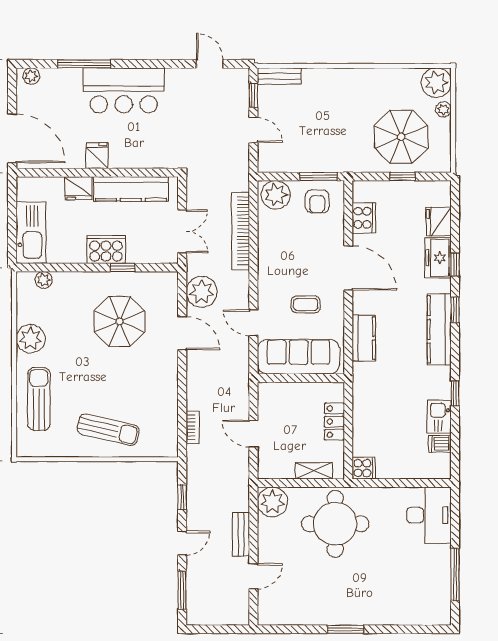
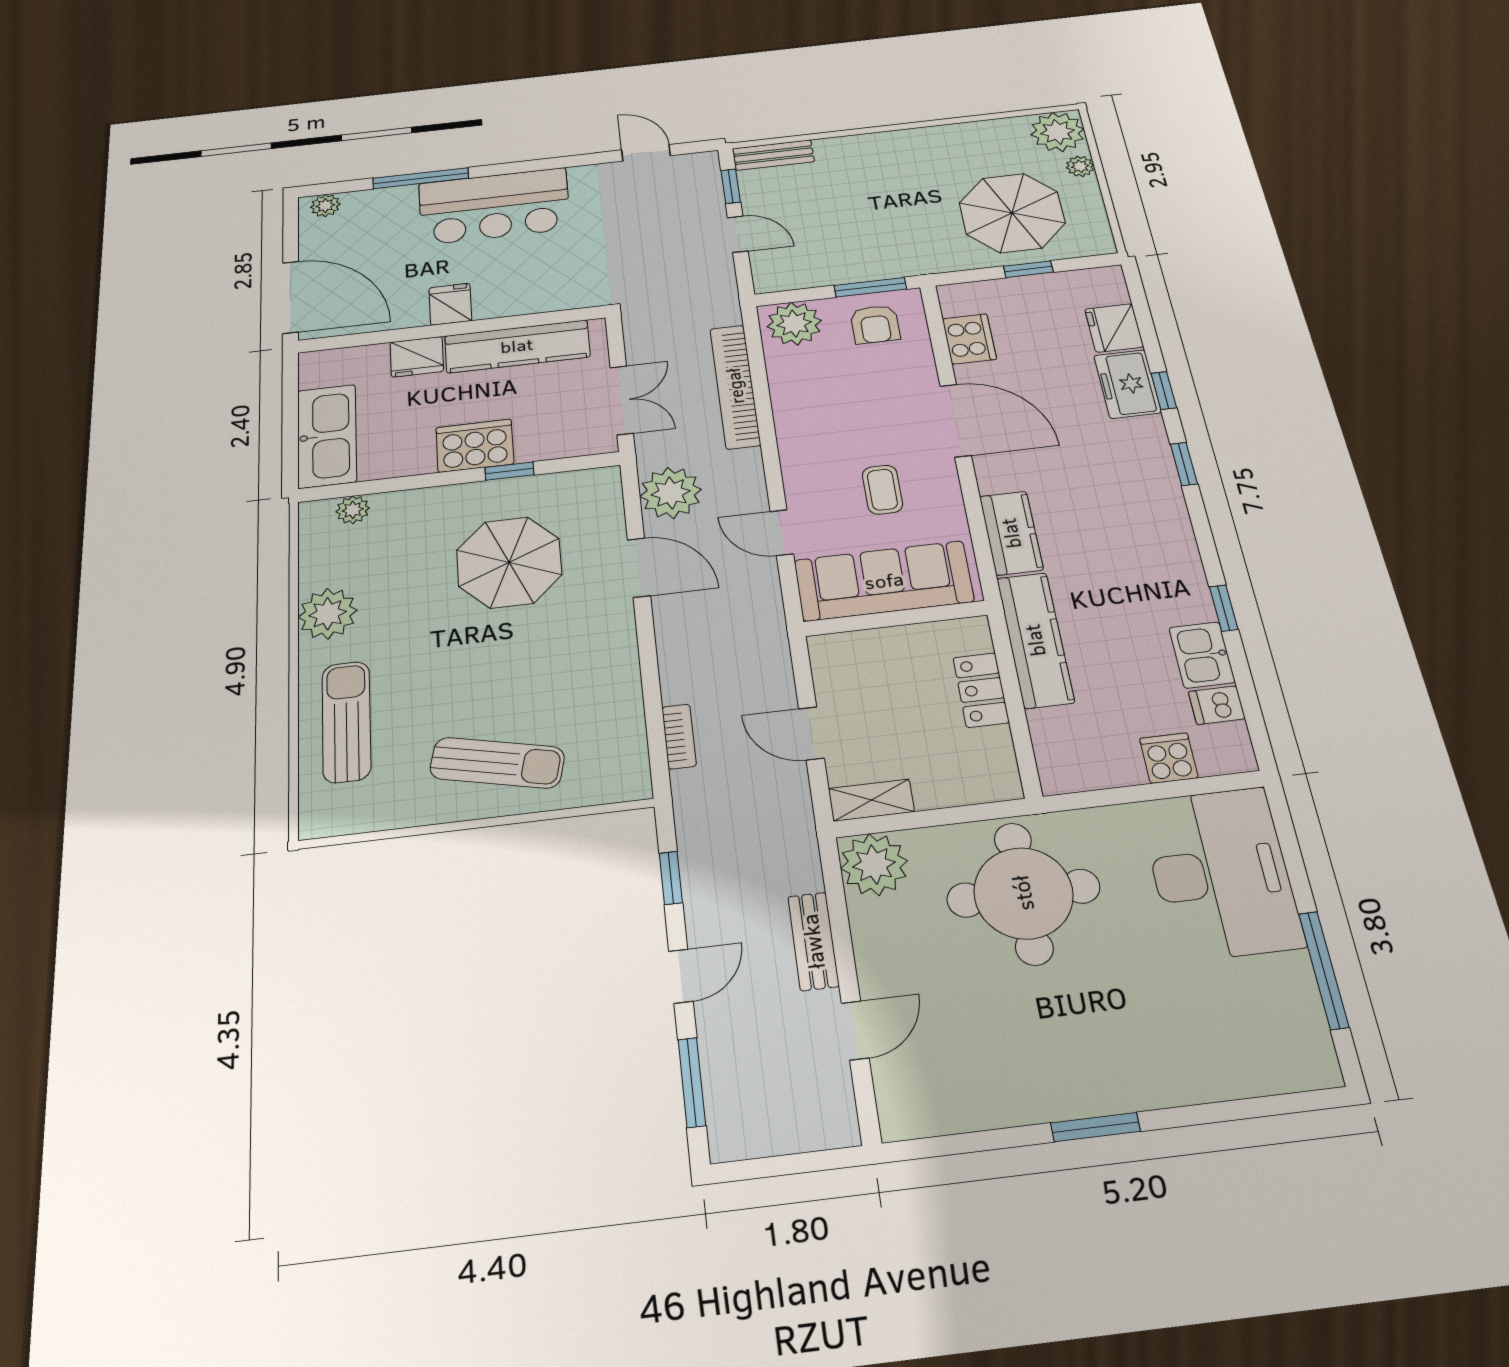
coffee table: (306, 304) -> (882, 490), turned 90
kitchen counter: (439, 329) -> (1035, 640), moved, turned 180
cooker: (364, 468) -> (1169, 758), moved, turned -90
shelving: (314, 471) -> (871, 800), moved
desk: (429, 515) -> (1221, 873), width x1.36, depth x1.30

